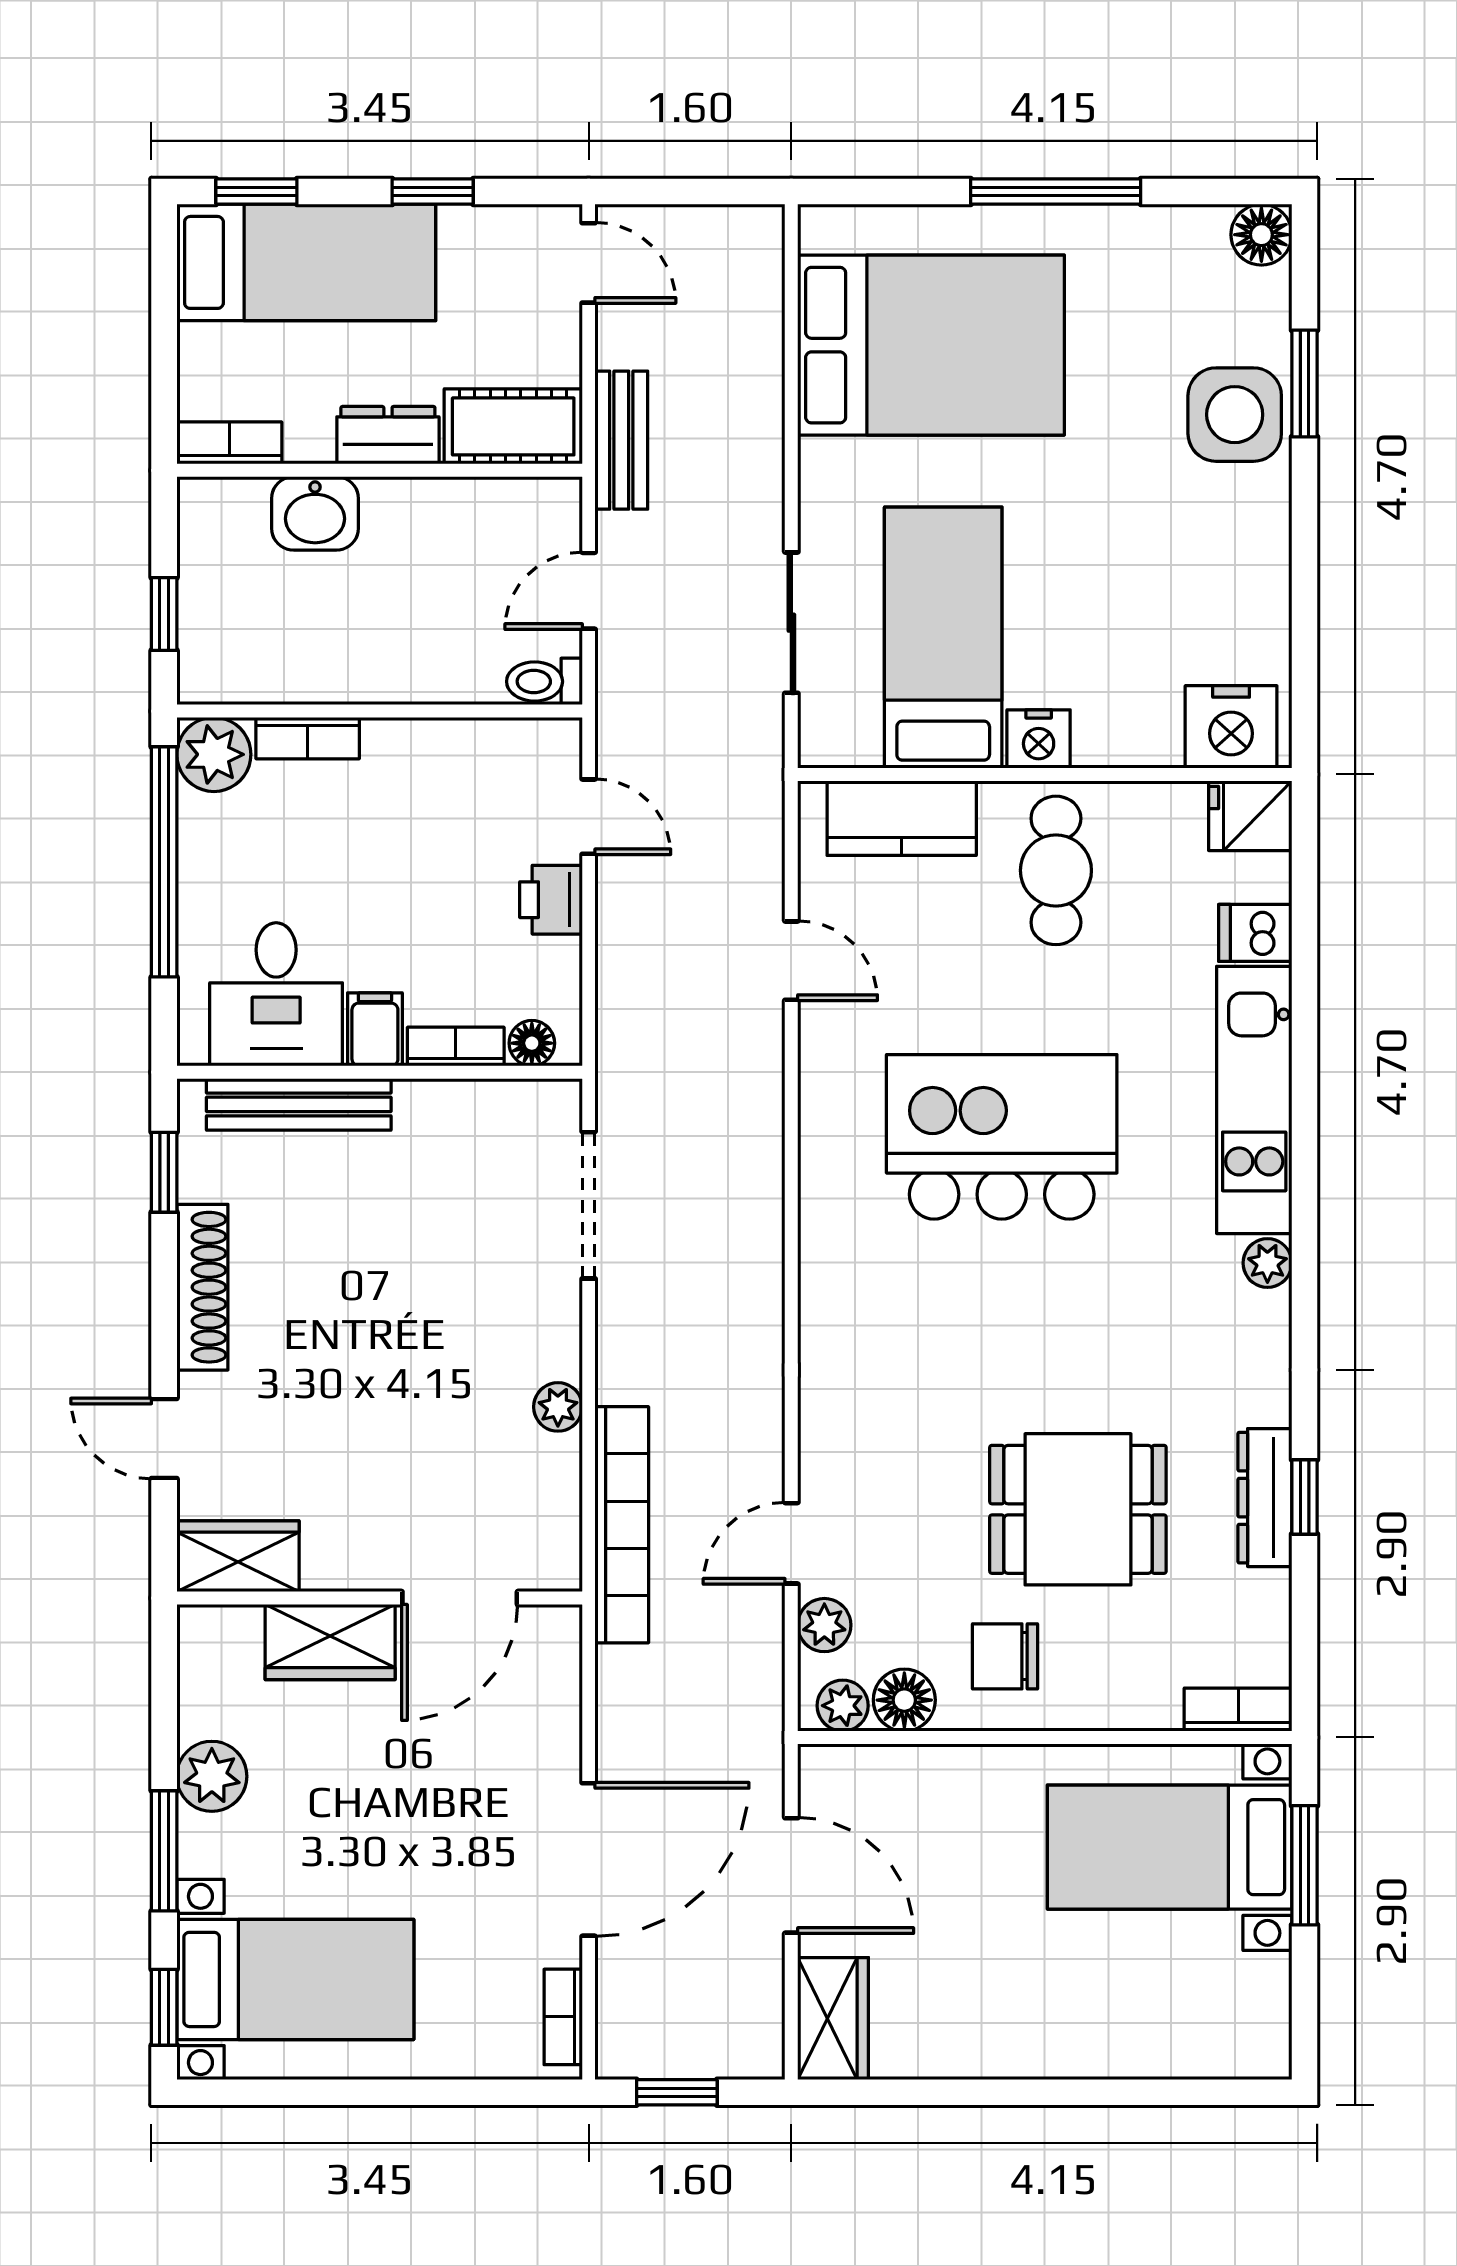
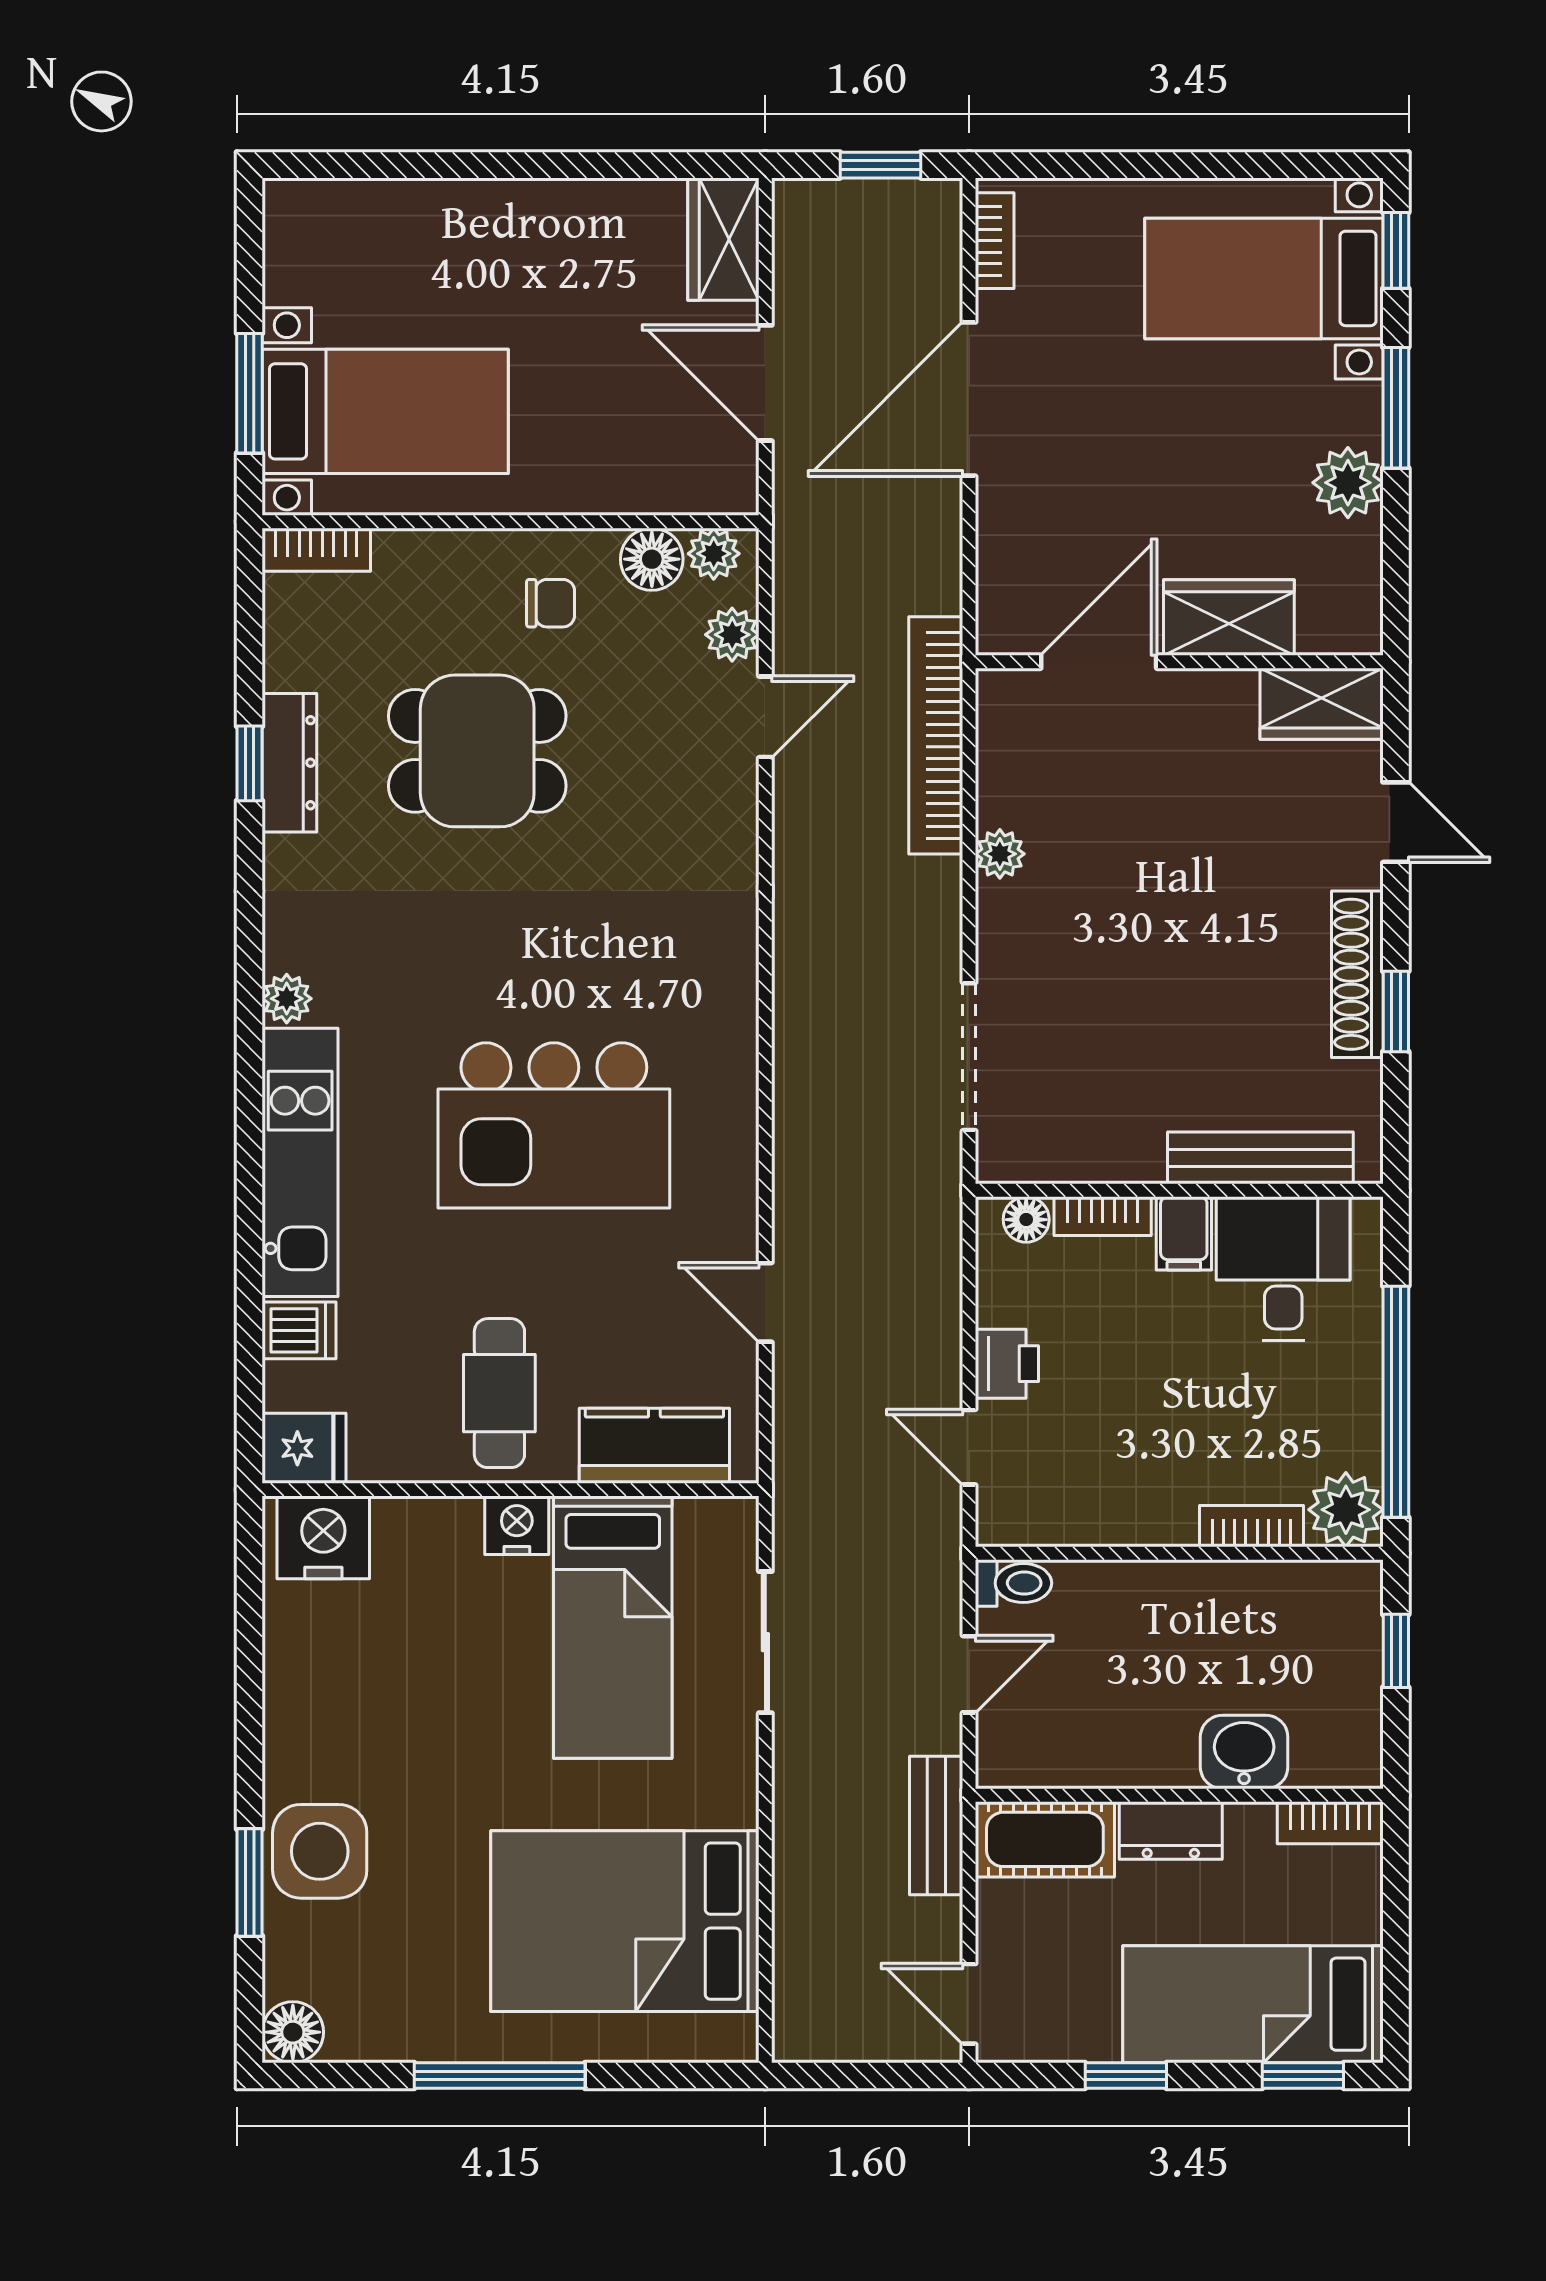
window: (164, 1172) -> (1396, 1011), moved
chair: (1005, 1656) -> (551, 603), width x0.73, depth x0.73

